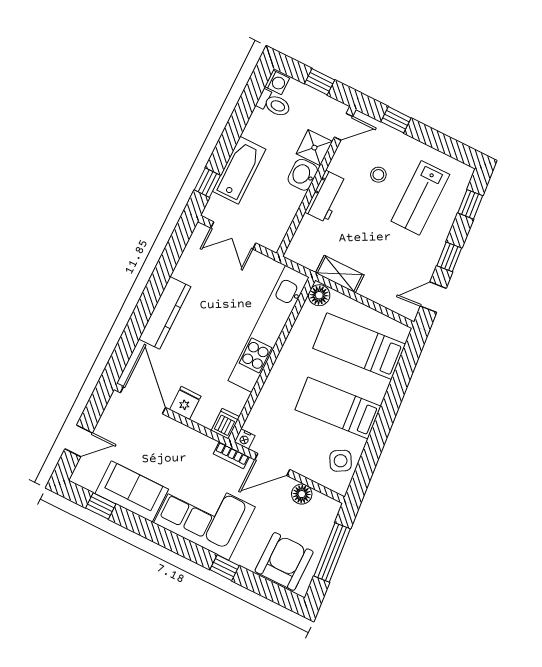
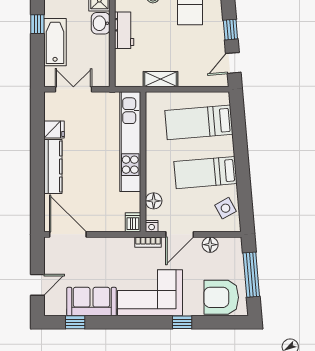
window: (207, 183) -> (37, 24), moved
double door: (233, 235) -> (73, 89), swing flipped
floor lamp: (319, 295) -> (154, 201), moved
fridge: (185, 403) -> (54, 130), moved, turned 90
armchair: (284, 561) -> (221, 297), turned -90

